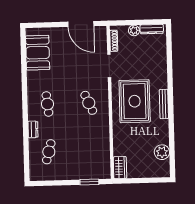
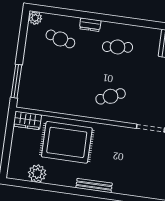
rug: (135, 101) -> (67, 142), moved
plant: (35, 175) -> (35, 18), added
window: (89, 182) -> (16, 81), width x1.44

